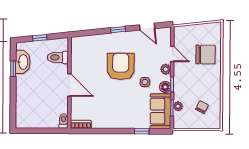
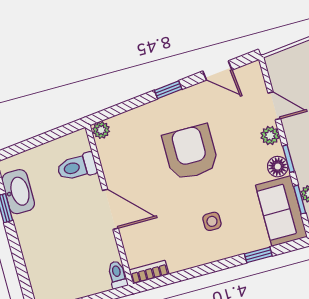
window: (40, 38) -> (36, 141), removed
plant: (76, 41) -> (101, 130), added
side table: (145, 82) -> (212, 221), moved

